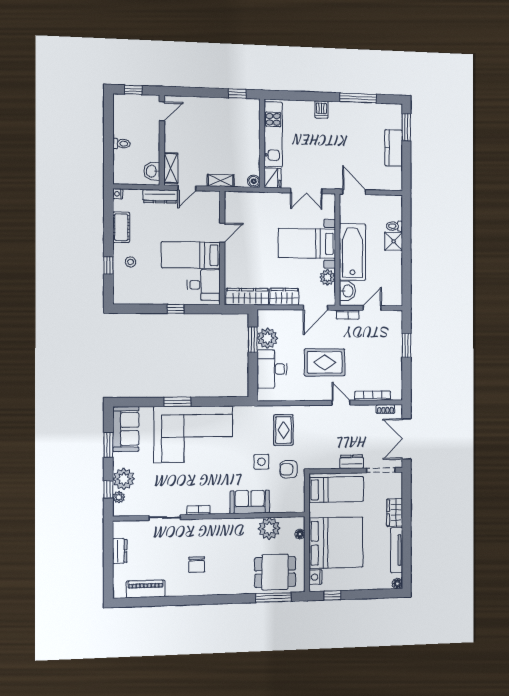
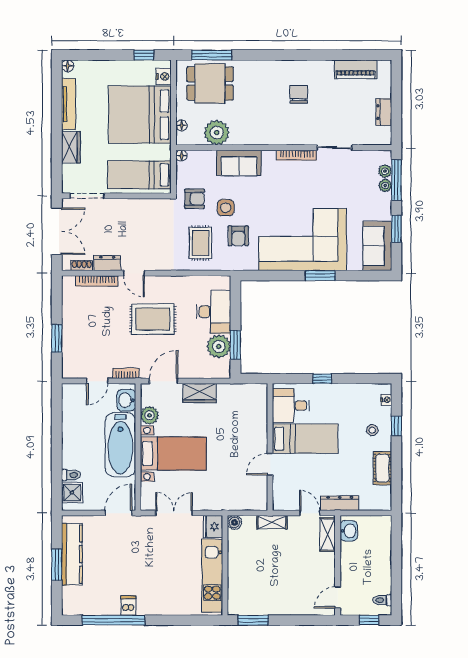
window: (237, 94) -> (253, 620), width x1.50
window: (358, 98) -> (114, 620), width x1.46
dishwasher: (321, 110) -> (128, 606), moved
window: (406, 127) -> (57, 565), moved
toilet: (121, 144) -> (382, 600), moved
kitchen counter: (394, 148) -> (72, 554), width x1.50
door: (187, 188) -> (310, 513), hinge flipped
door: (354, 192) -> (118, 513), swing flipped
nightstand: (118, 194) -> (386, 400), moved
shower: (394, 241) -> (72, 493), moved
wardrobe: (247, 297) -> (242, 393), removed
armchair: (250, 437) -> (238, 236), added
dresser: (352, 462) -> (107, 263), moved, turned 180
plant: (124, 479) -> (385, 185), width x0.53, depth x0.53
window: (108, 489) -> (396, 180), width x2.17
floor lamp: (300, 507) -> (181, 156), added
bookcase: (199, 510) -> (297, 155), width x1.56

